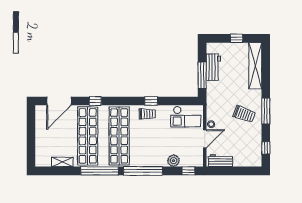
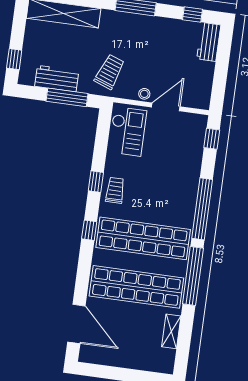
window: (237, 38) -> (14, 59), moved
window: (95, 101) -> (89, 230), moved
trolley: (244, 114) -> (110, 72), moved
door: (205, 139) -> (166, 107), hinge flipped
plant: (173, 161) -> (193, 160), removed
workbench: (220, 161) -> (209, 42), moved

